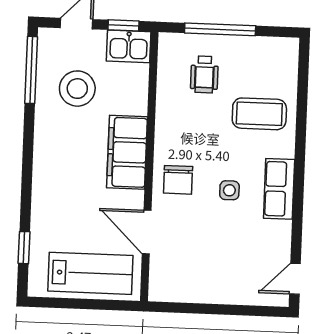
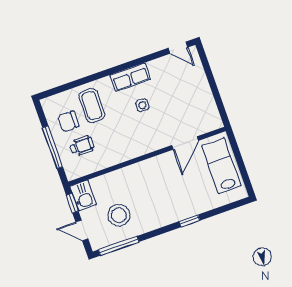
filing cabinet: (127, 152) -> (144, 172), removed
chair: (178, 180) -> (68, 121), moved, turned 180
window: (24, 248) -> (190, 221), moved

